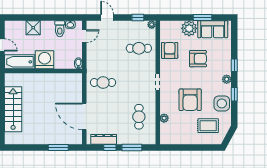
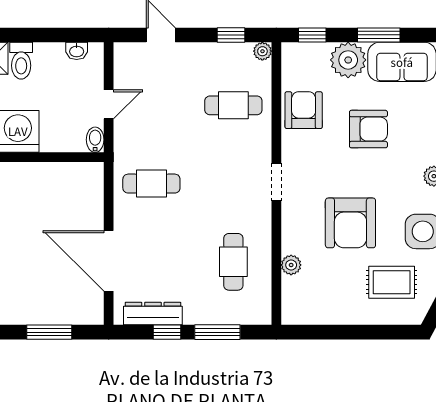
window: (173, 17) -> (312, 35), added
toilet: (60, 29) -> (21, 61), moved
door: (84, 36) -> (109, 104), moved

